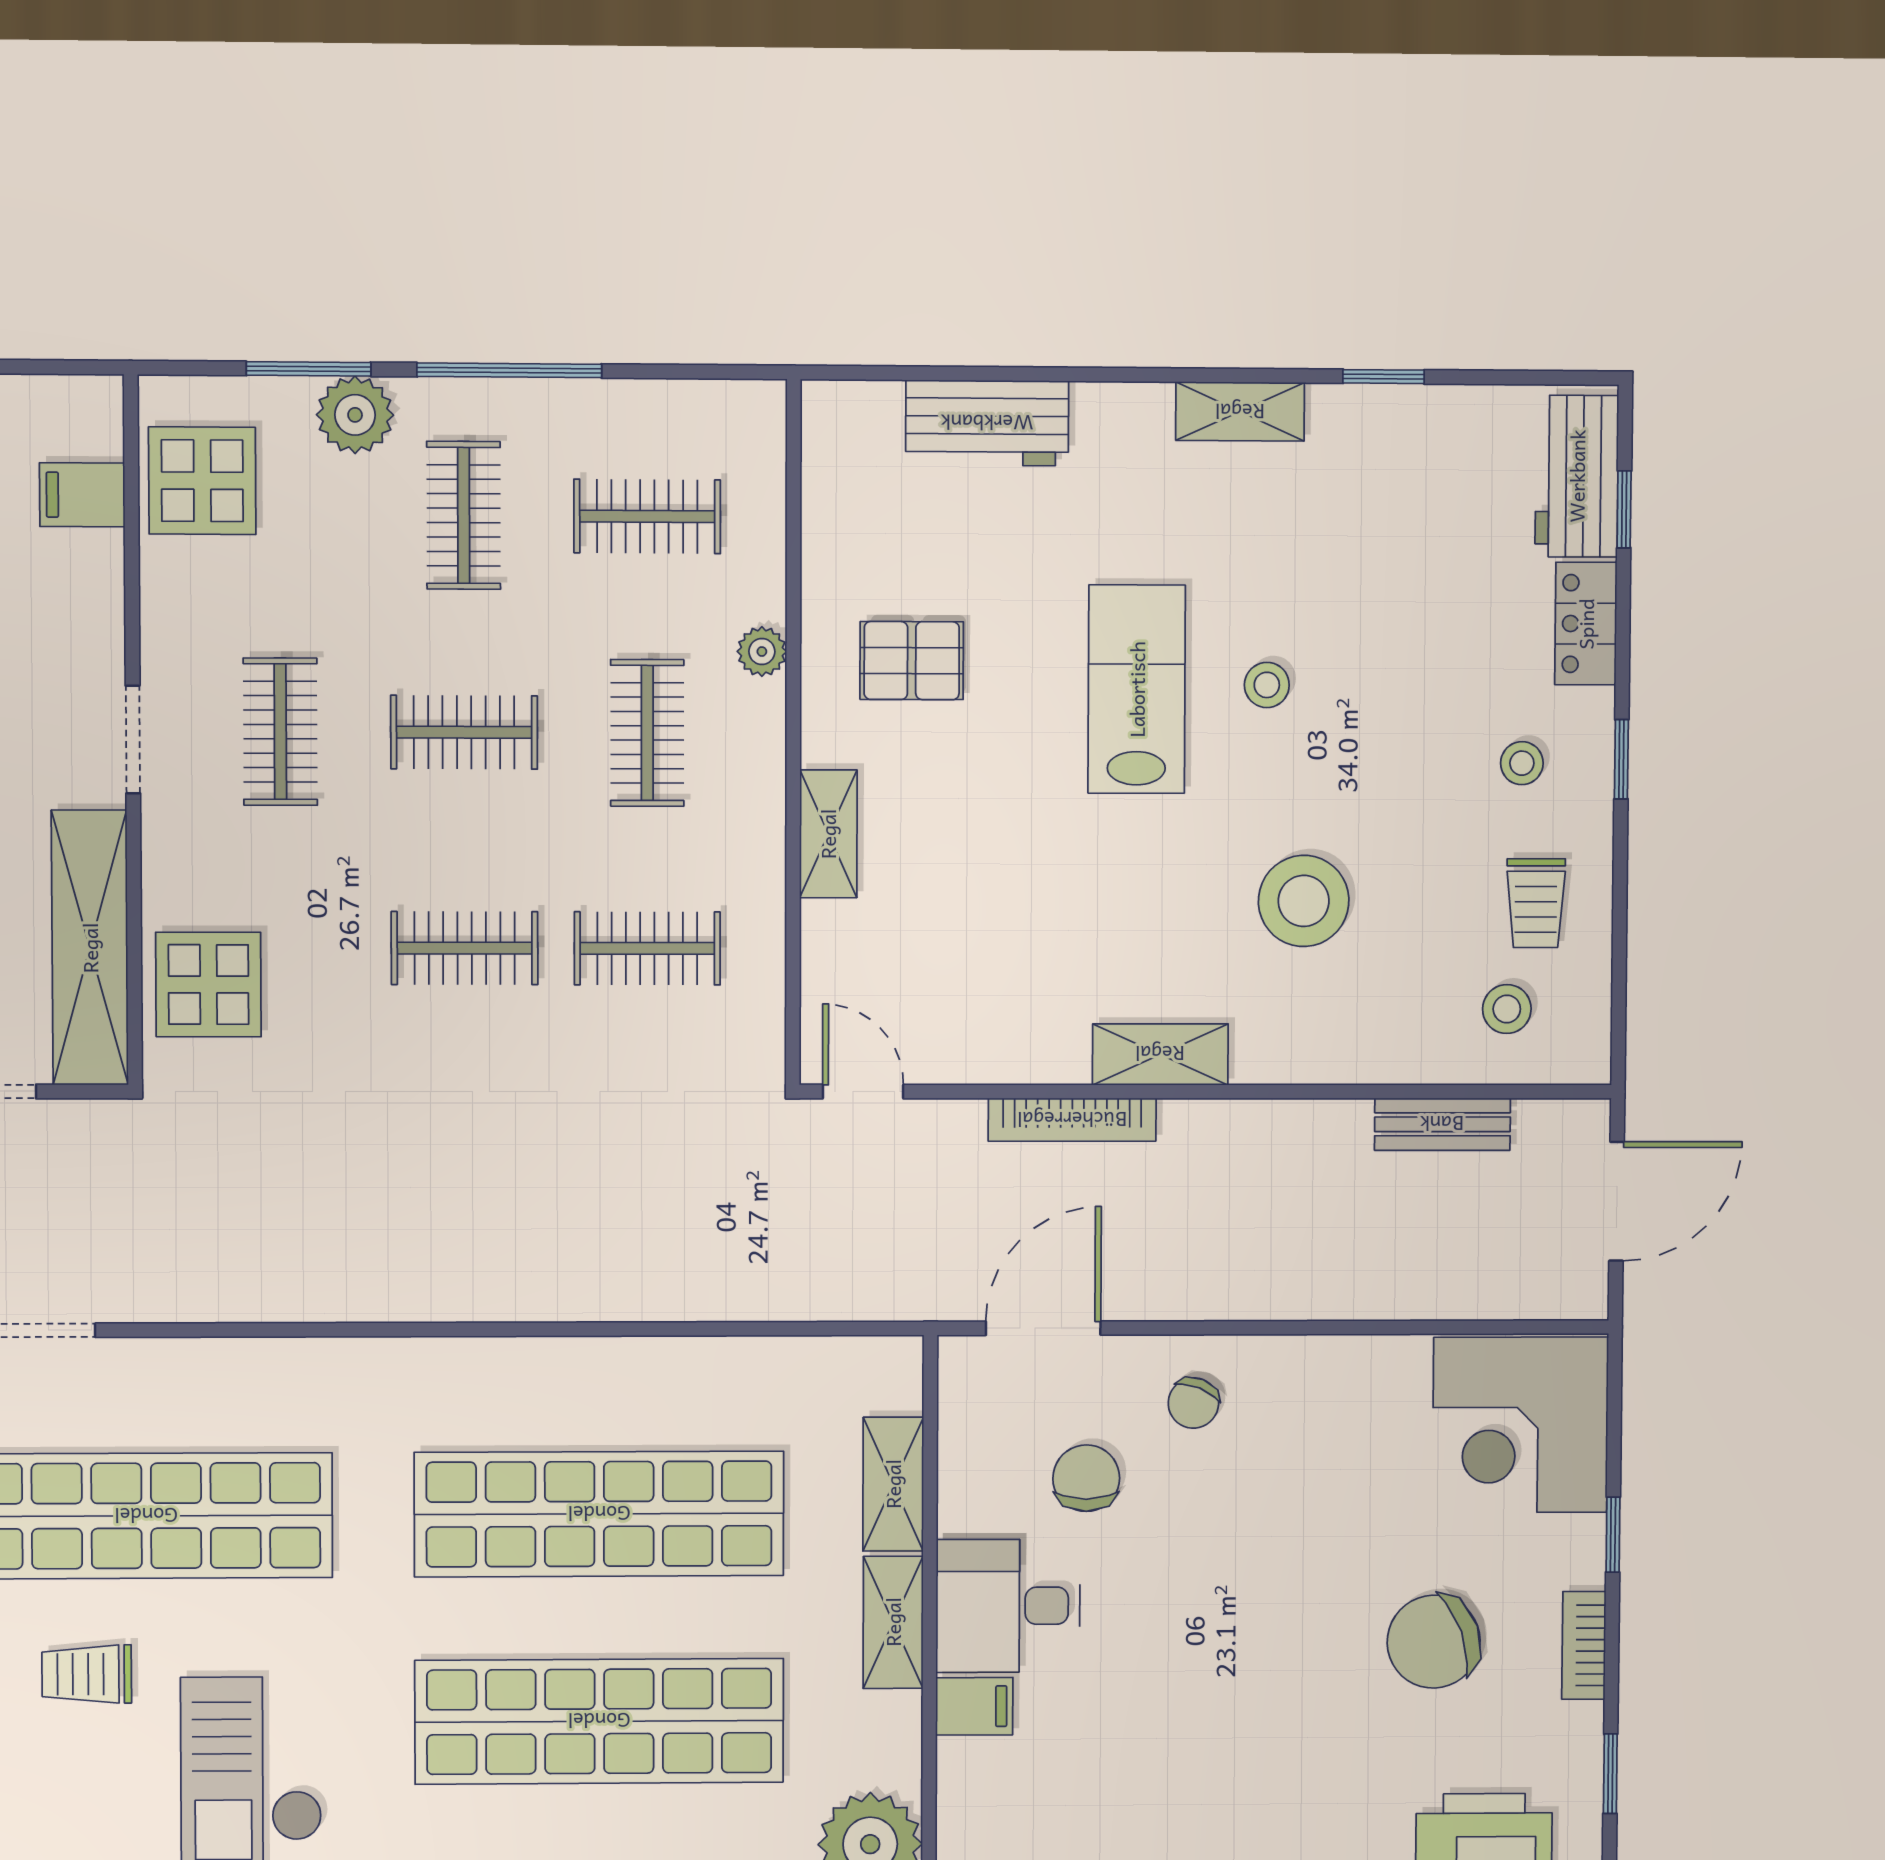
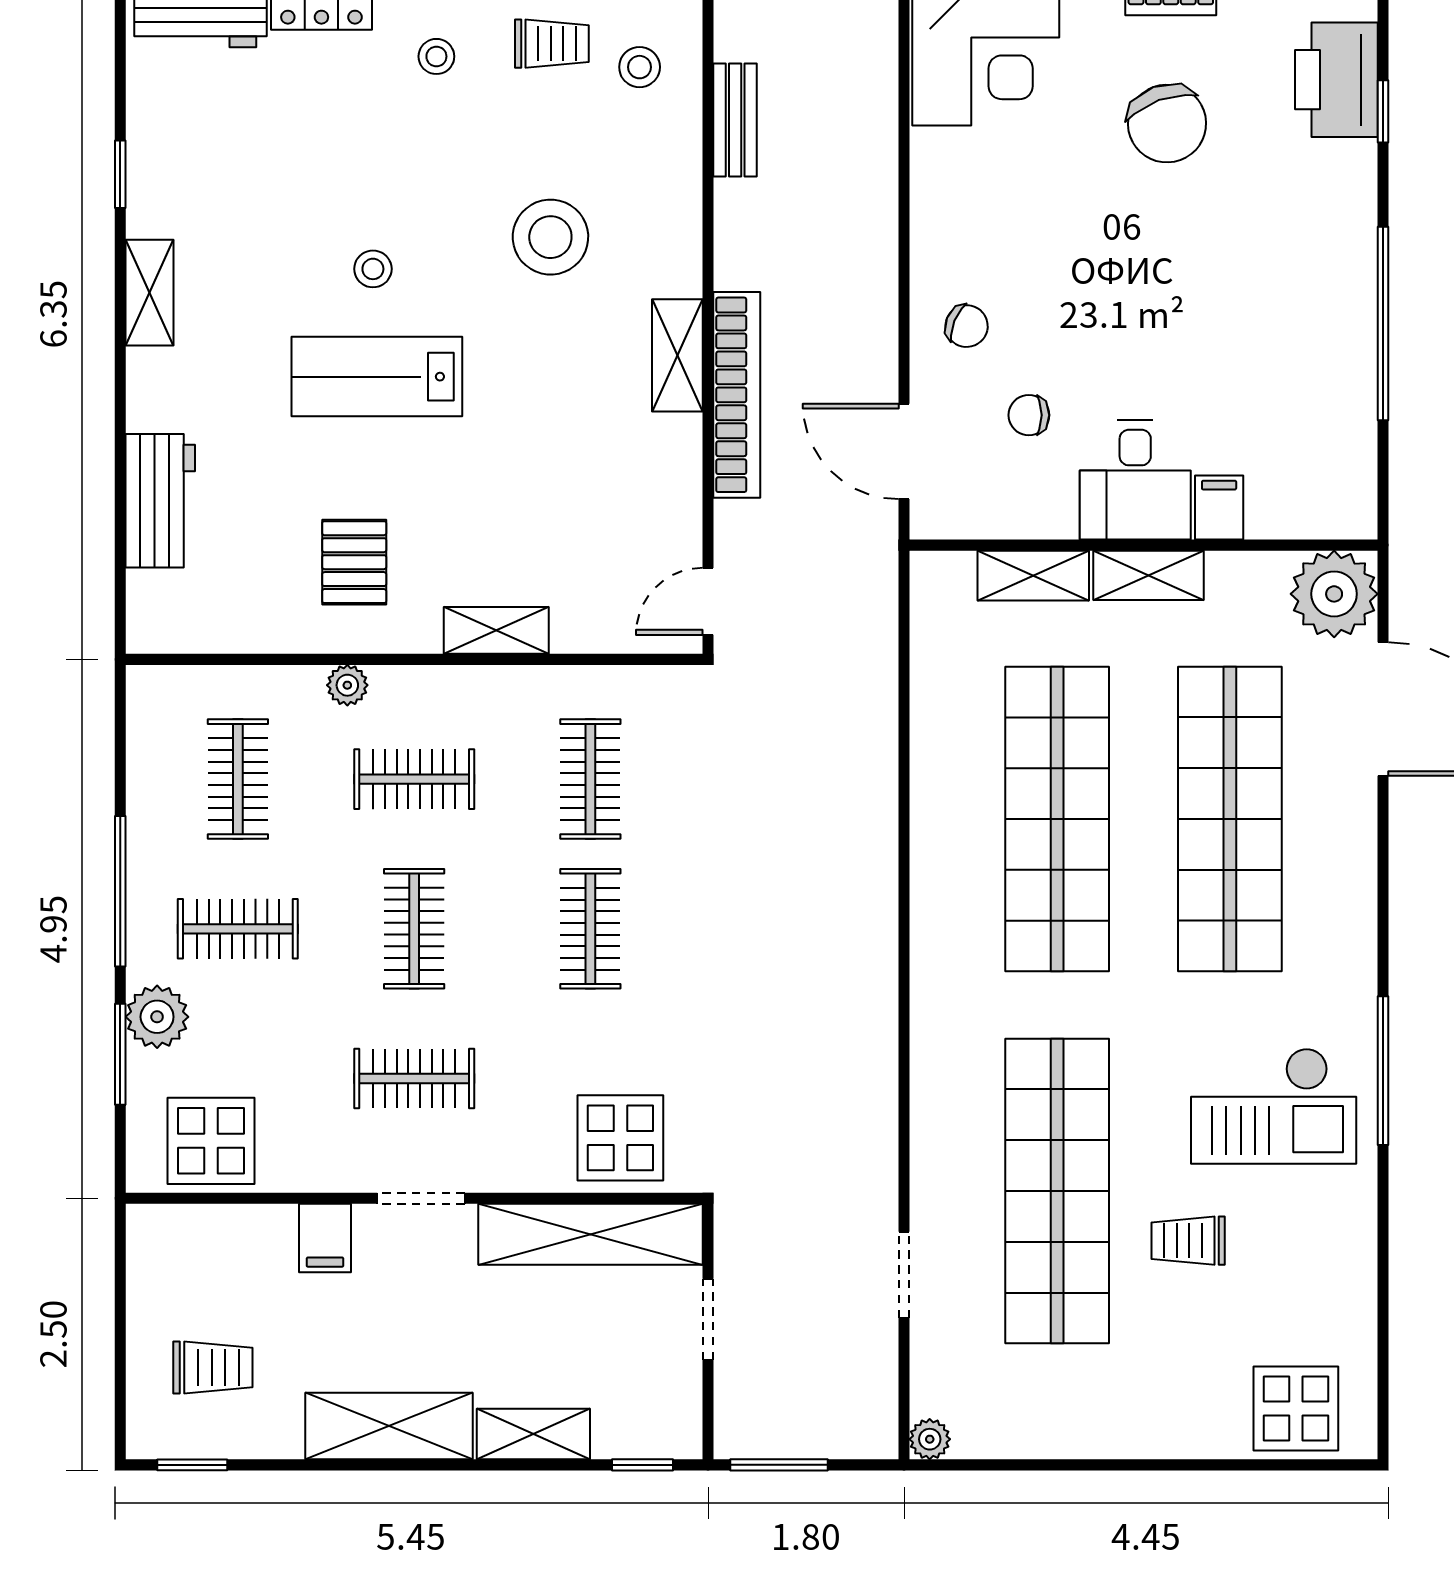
filing cabinet: (82, 495) -> (325, 1238), moved
bookcase: (1072, 1120) -> (737, 395), width x1.48, depth x1.31
chair: (1086, 1478) -> (1029, 415), width x0.73, depth x0.73
trolley: (87, 1674) -> (1188, 1241), turned 90

